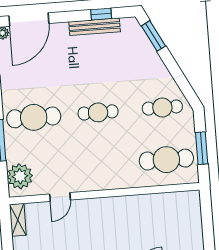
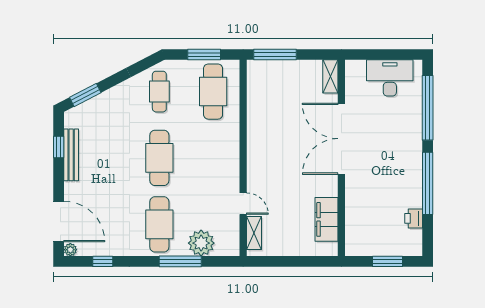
cafe table: (98, 112) -> (159, 158), width x1.37, depth x1.35
plant: (20, 176) -> (201, 243), moved
window: (207, 217) -> (275, 54), added
shelving: (18, 220) -> (254, 233), moved, turned 90

